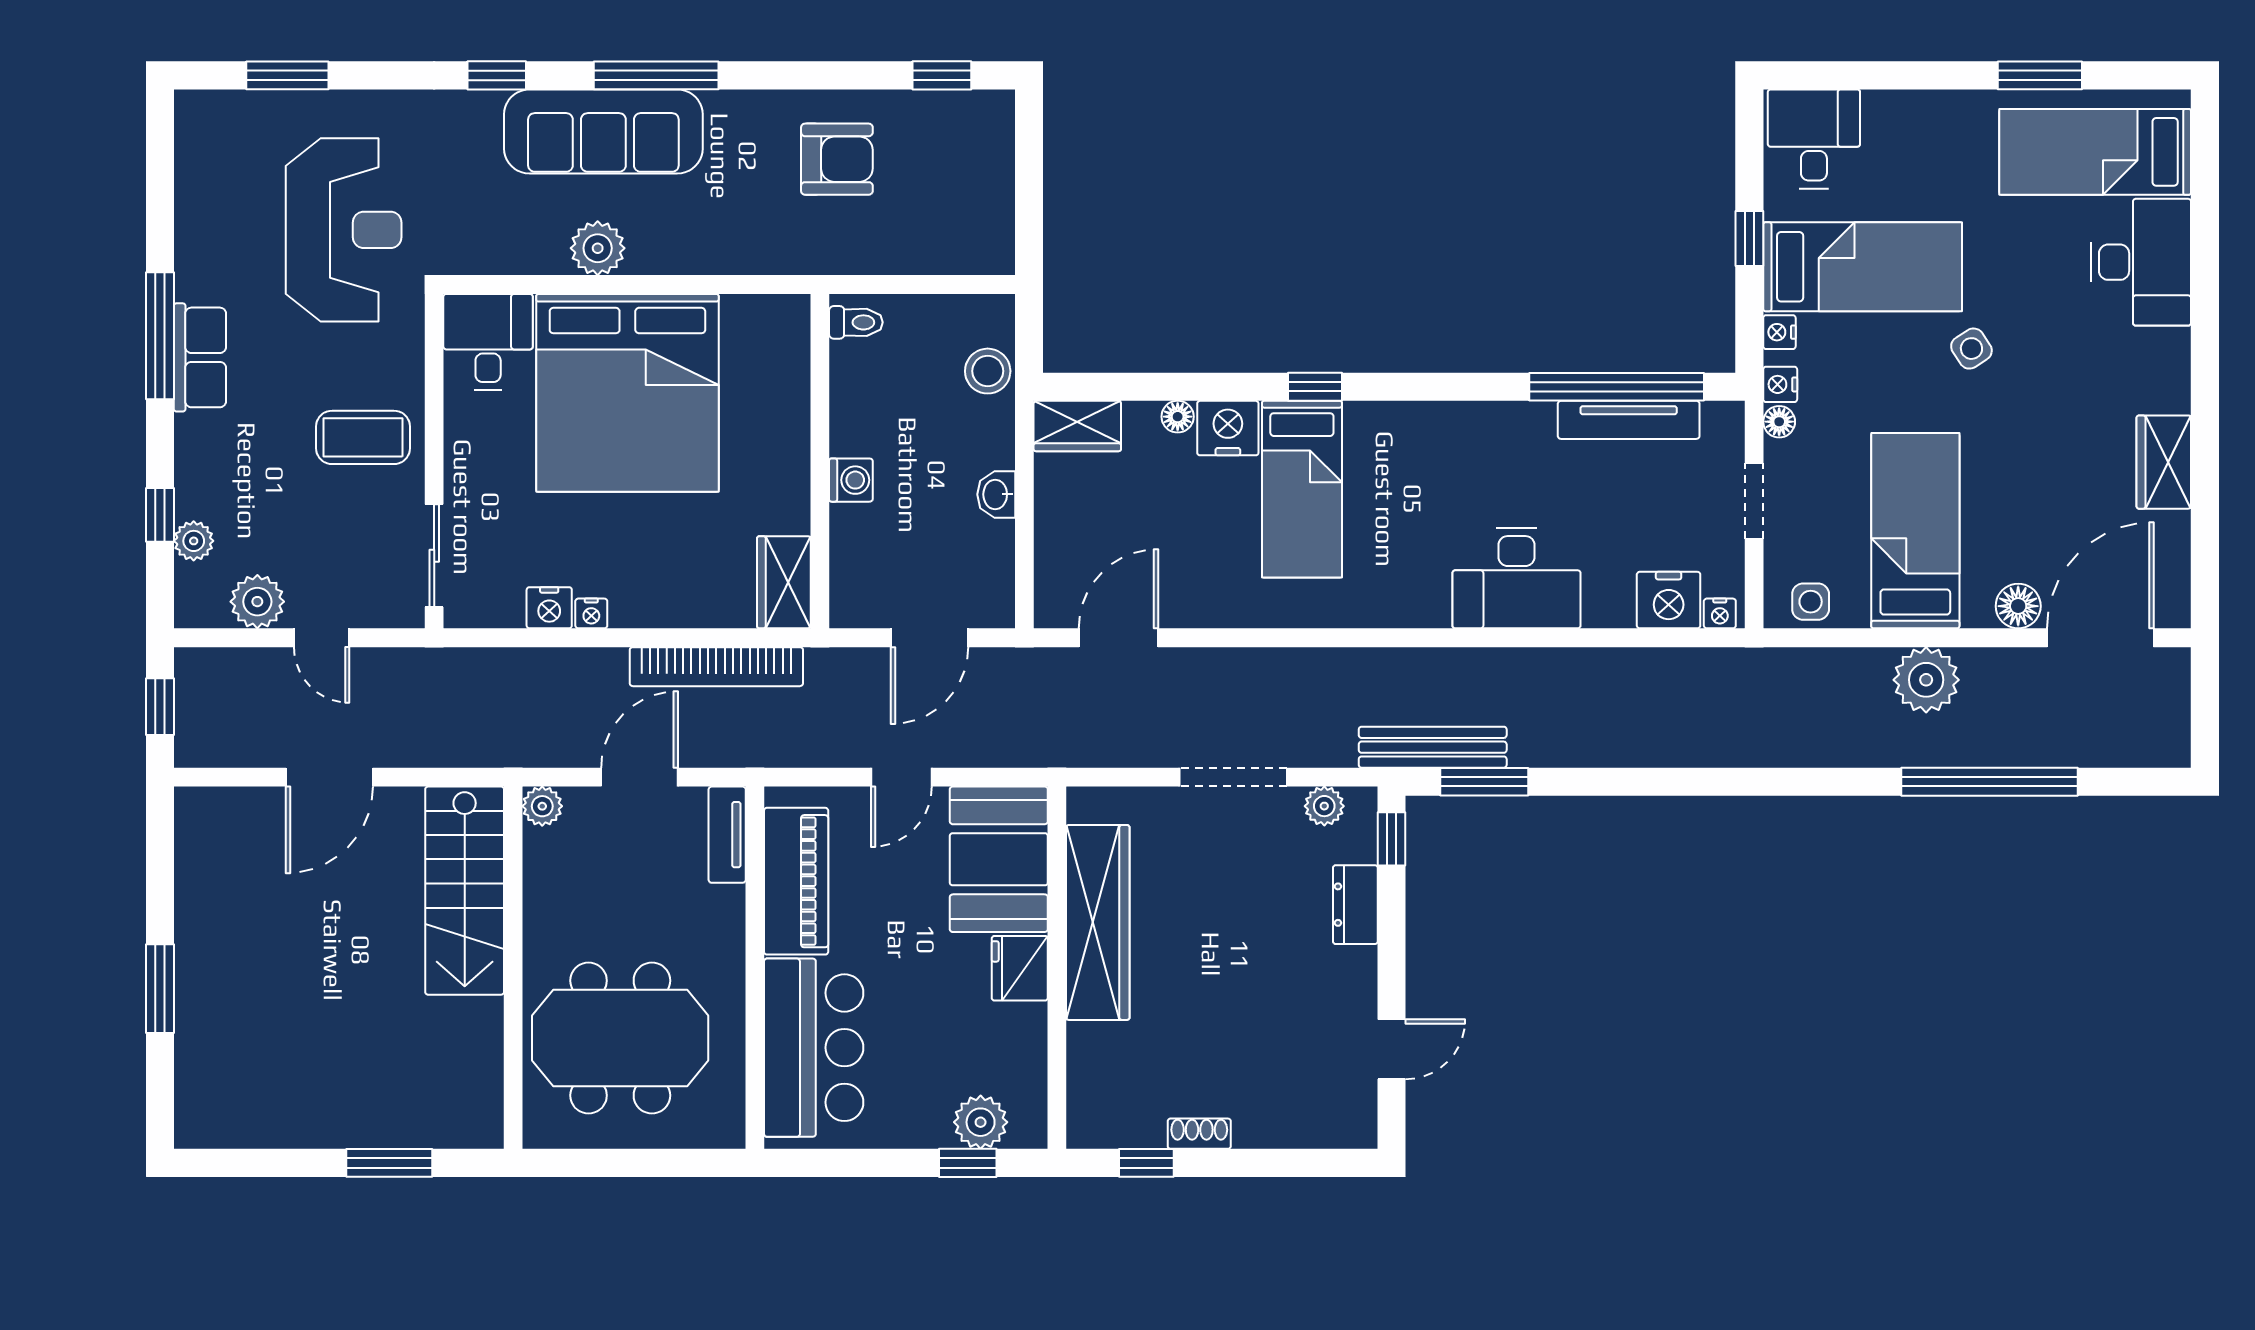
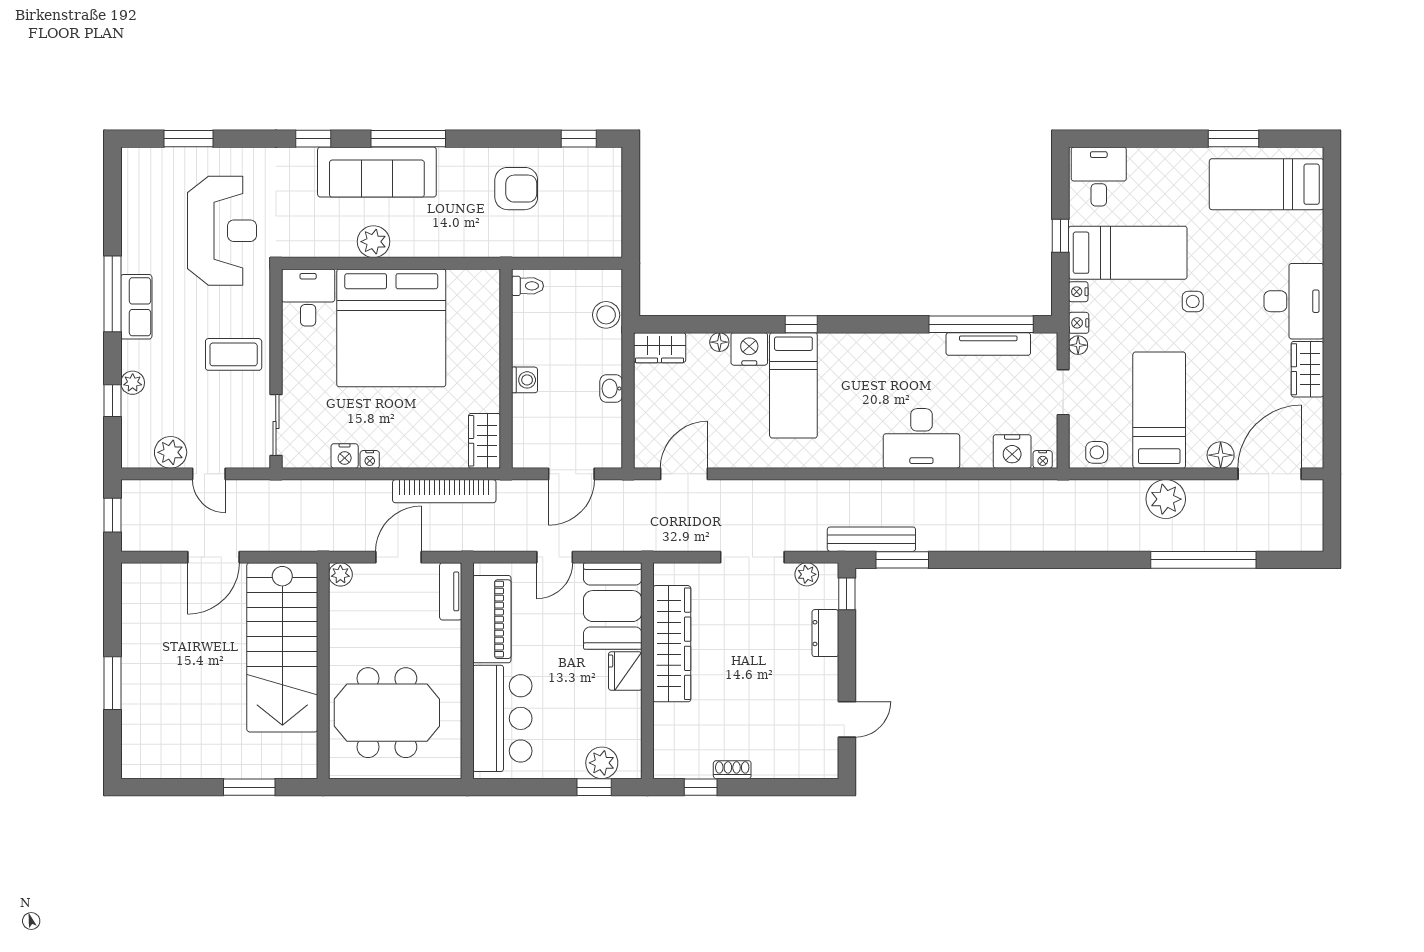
desk: (2141, 262) -> (1294, 301), moved
side table: (1971, 349) -> (1193, 301), turned 33
plant: (194, 541) -> (133, 383), moved
stairs: (465, 891) -> (282, 647), width x1.36, depth x1.51

